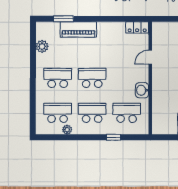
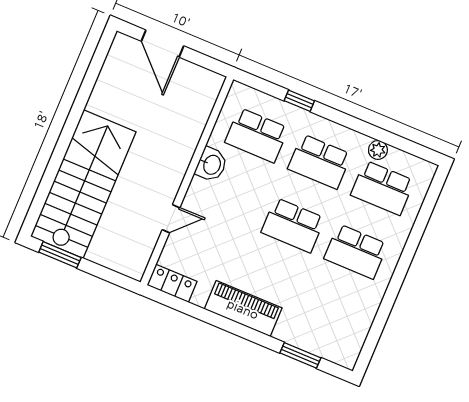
piano: (78, 29) -> (243, 309), moved
plant: (42, 46) -> (360, 321), removed

